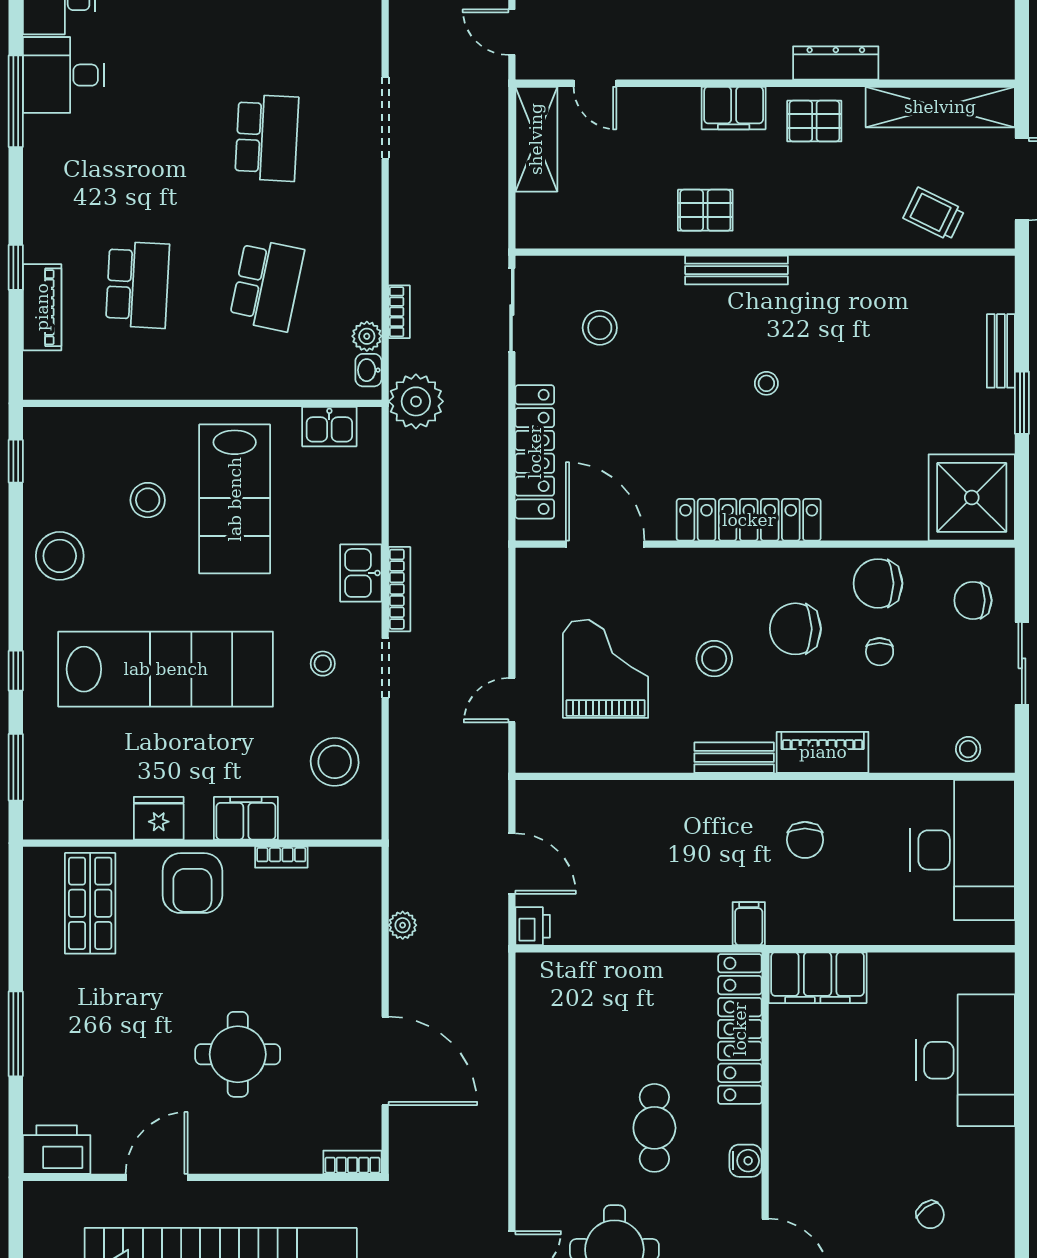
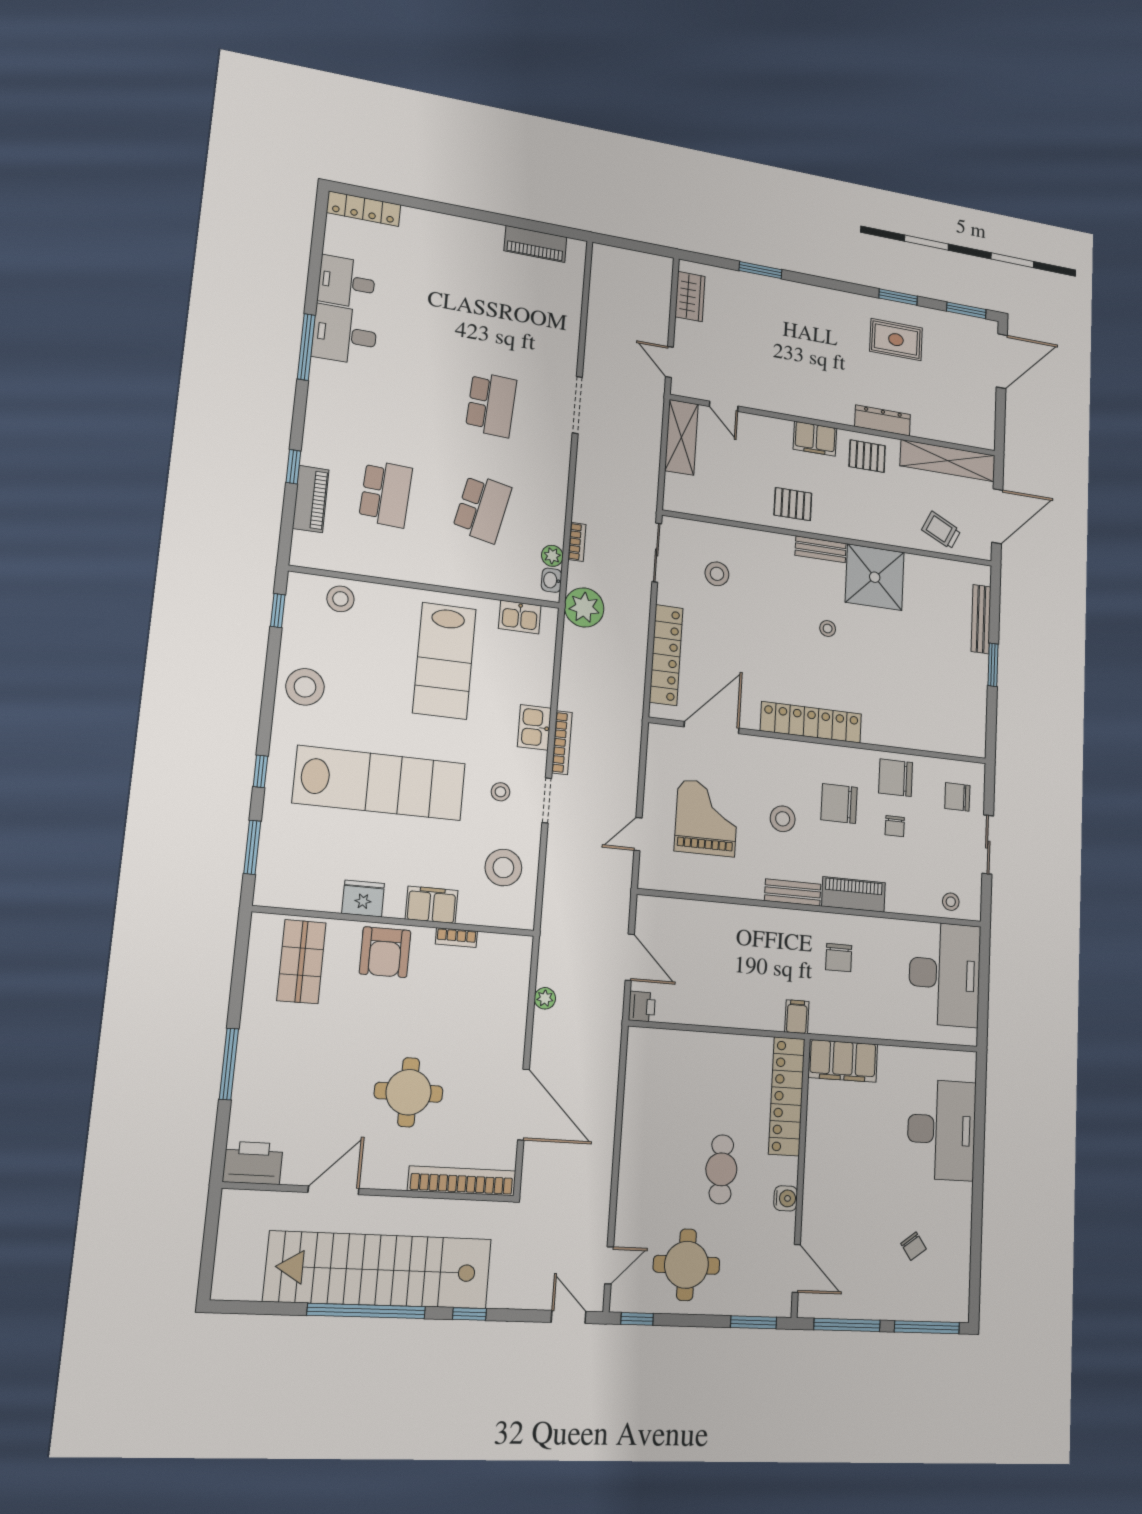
bench: (736, 270) -> (821, 549), width x0.73
bench: (1001, 351) -> (981, 619), width x1.36
shower: (972, 497) -> (875, 577), moved
stool: (148, 500) -> (340, 599), moved
door: (605, 544) -> (712, 727), hinge flipped
bookcase: (352, 1162) -> (462, 1181), width x2.31, depth x1.31

